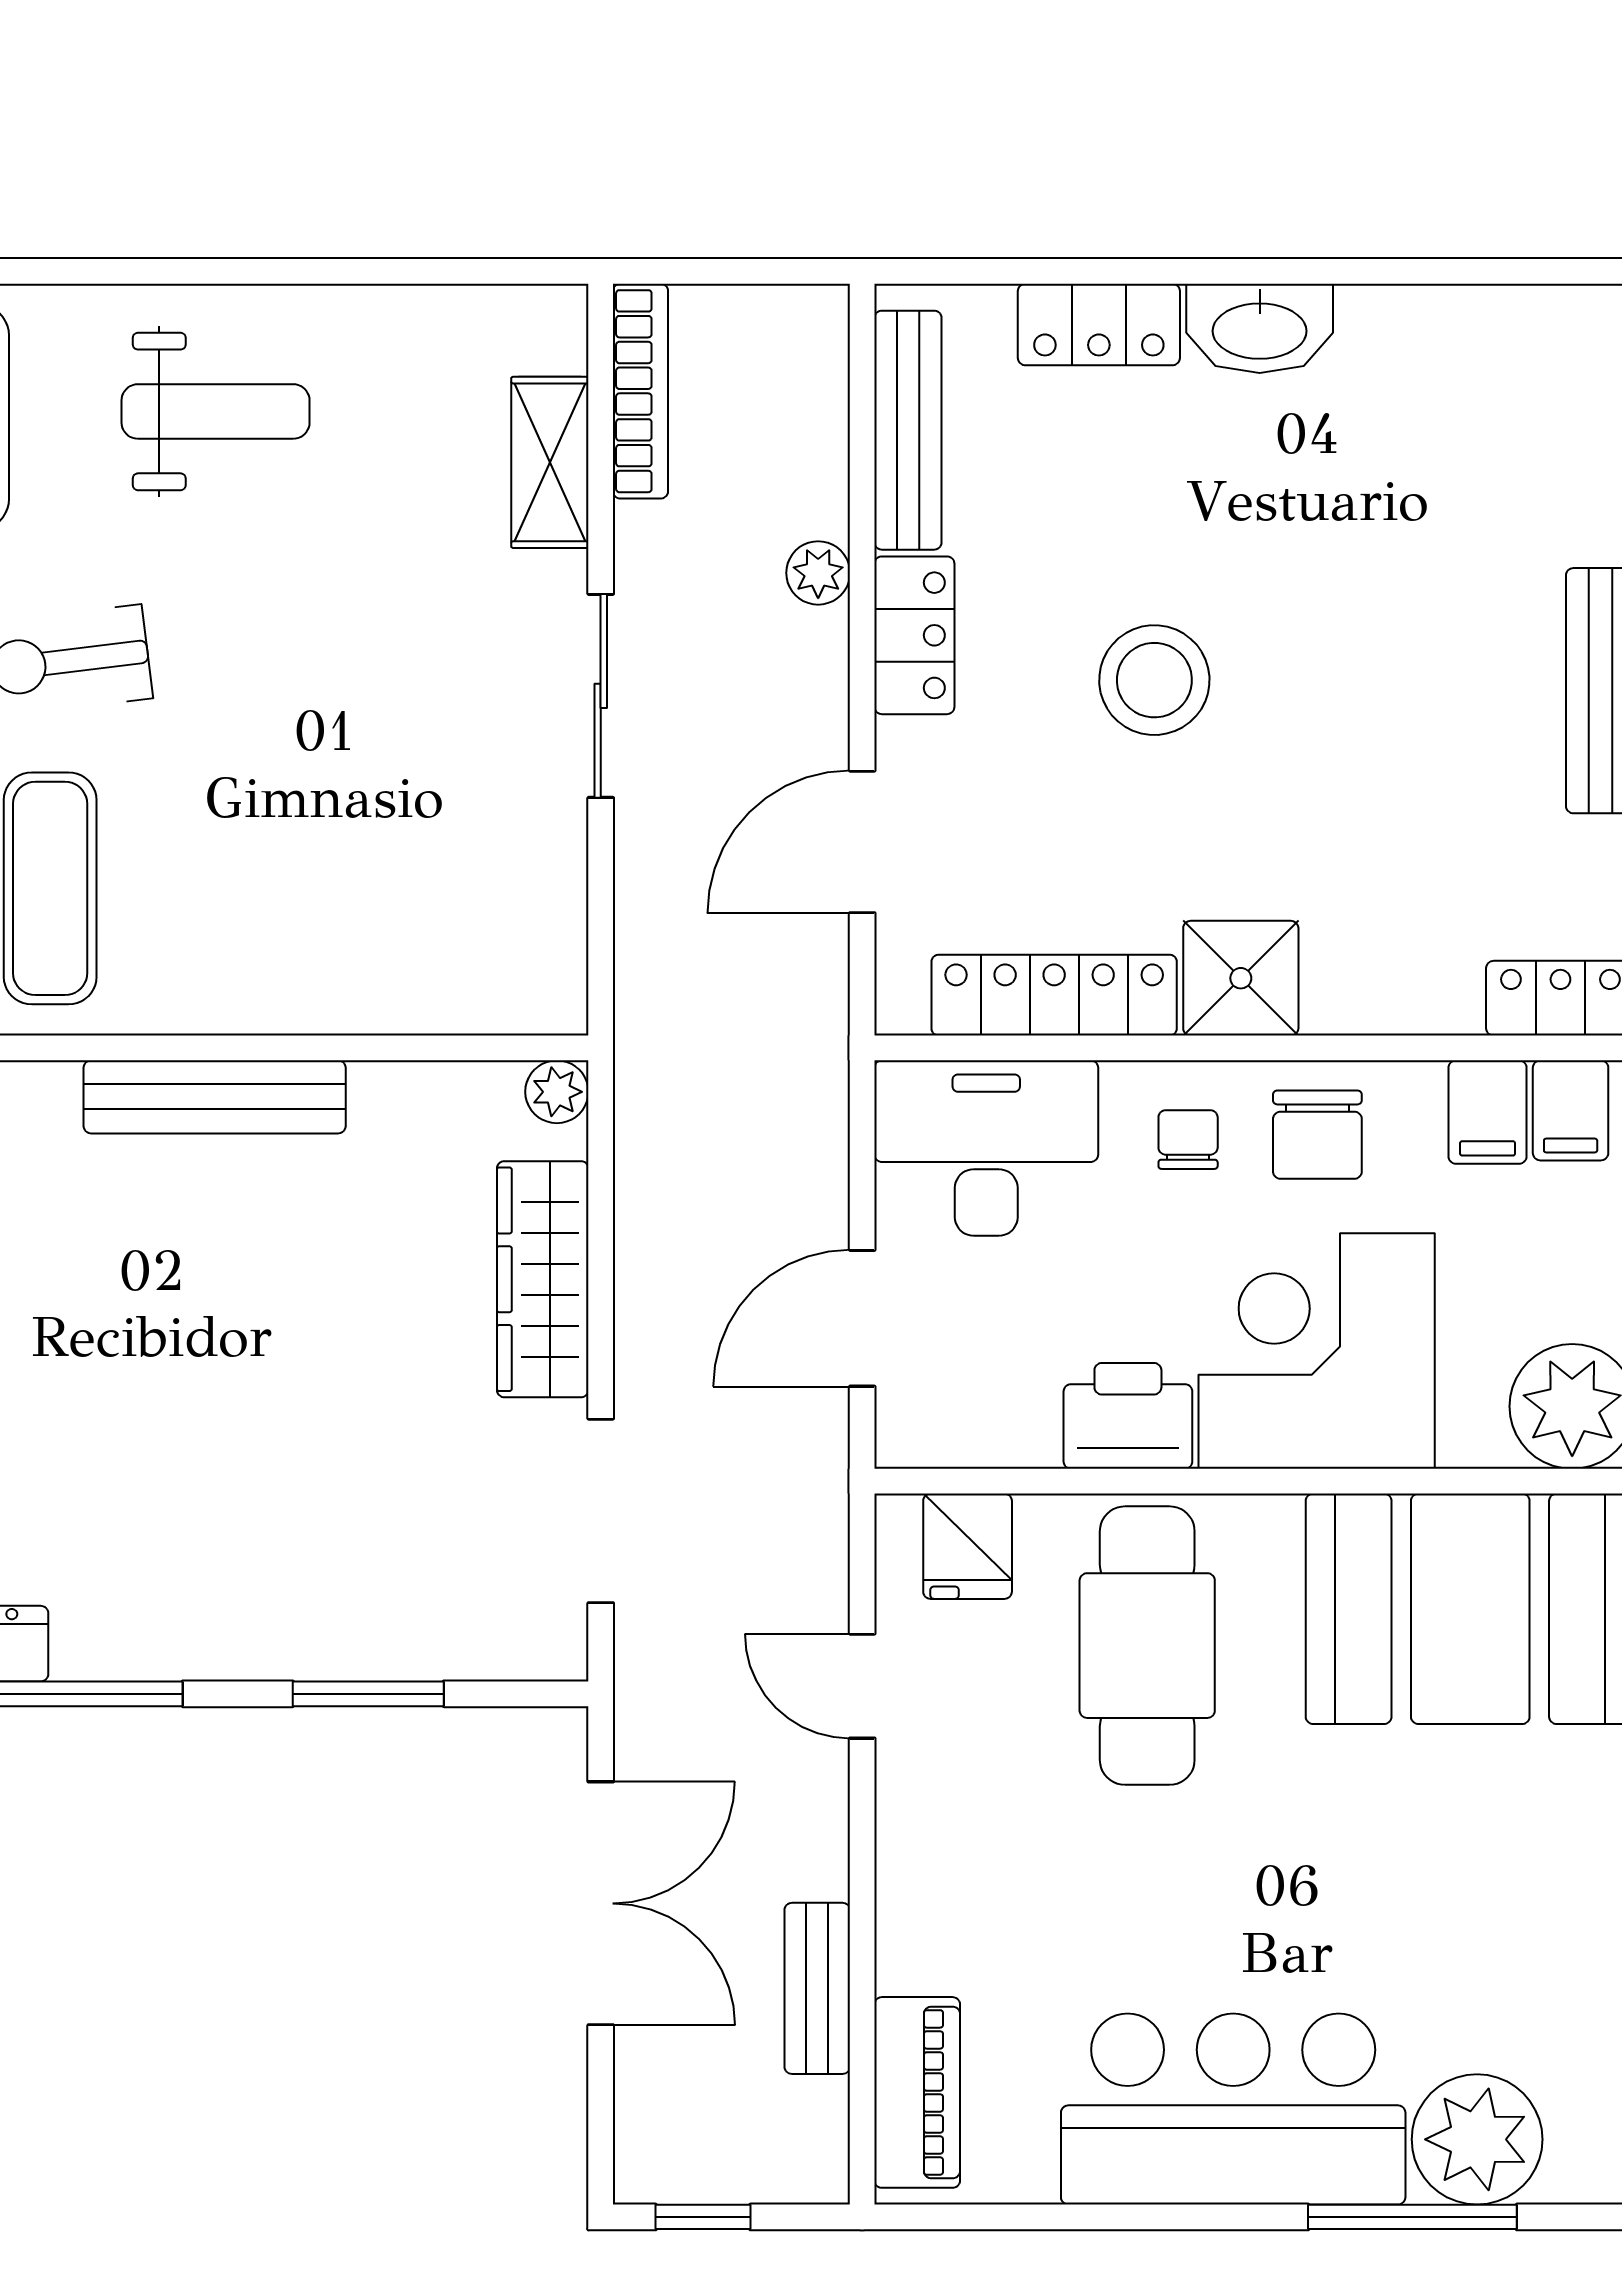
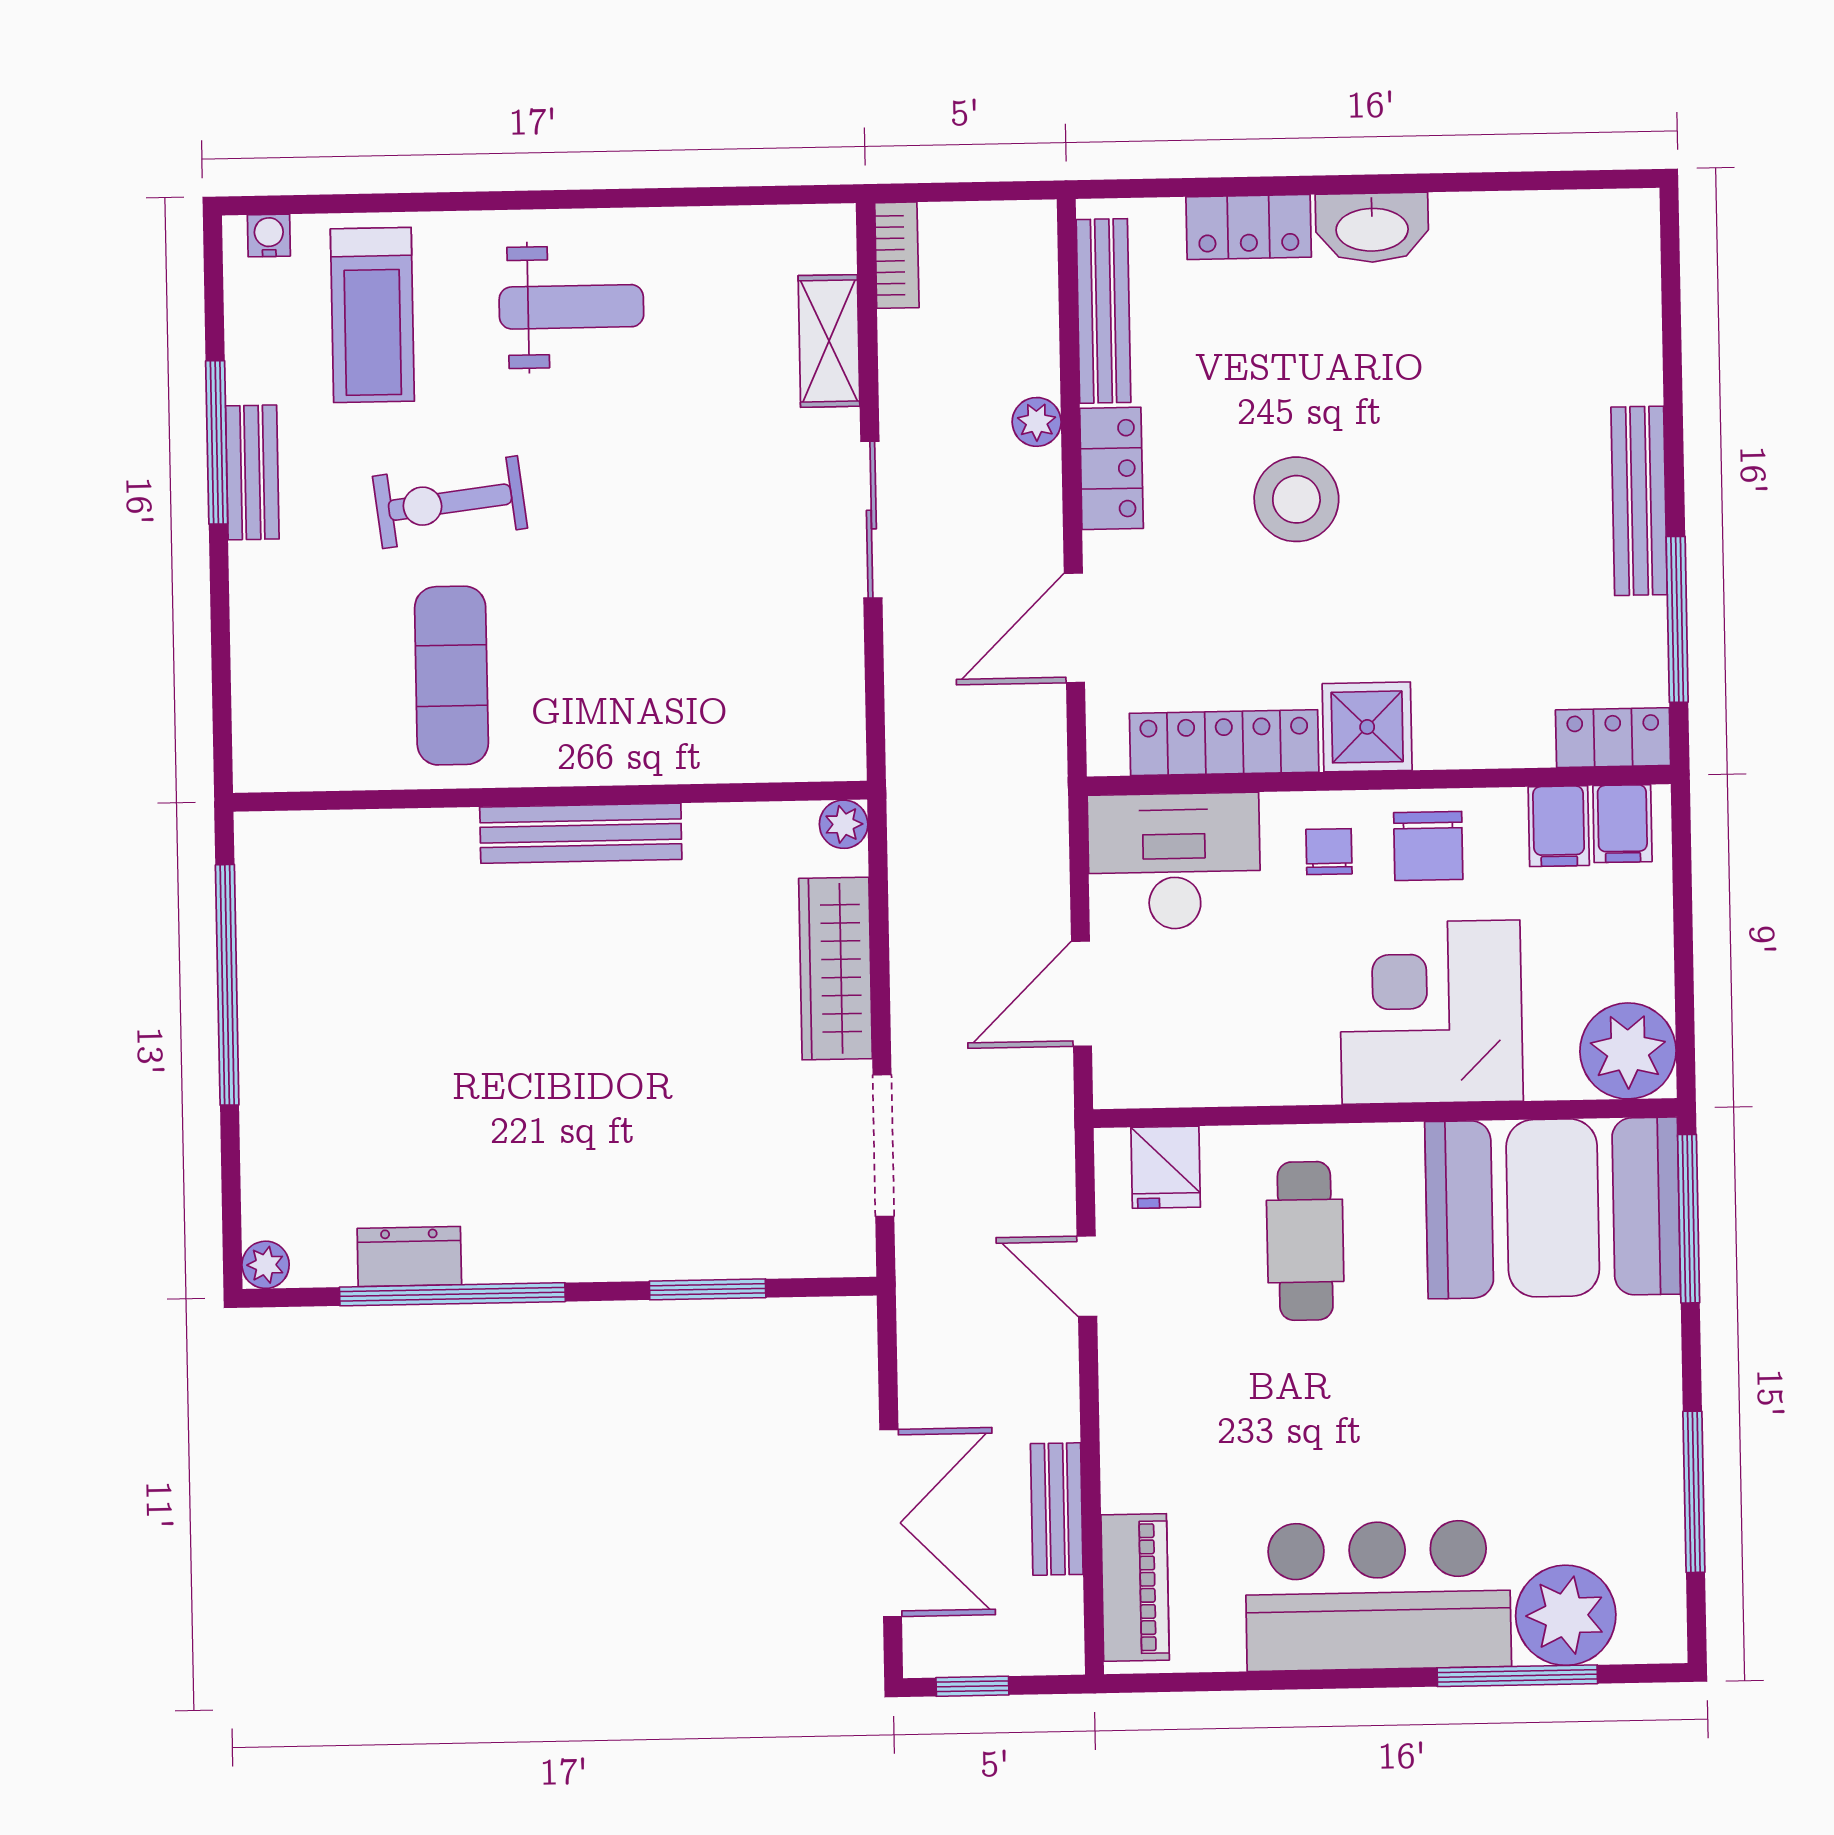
bookcase: (640, 391) -> (897, 255), width x0.64
printer: (1128, 1416) -> (1287, 1065), removed
cafe table: (1147, 1646) -> (1305, 1241), width x0.73, depth x0.74
double door: (601, 1903) -> (891, 1523), moved

